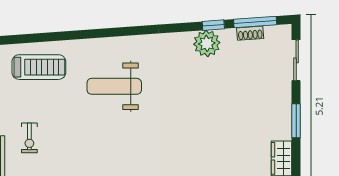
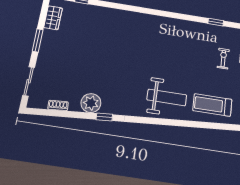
window: (255, 22) -> (53, 113), removed
window: (213, 25) -> (104, 117), moved
weight bench: (114, 86) -> (167, 97), moved

